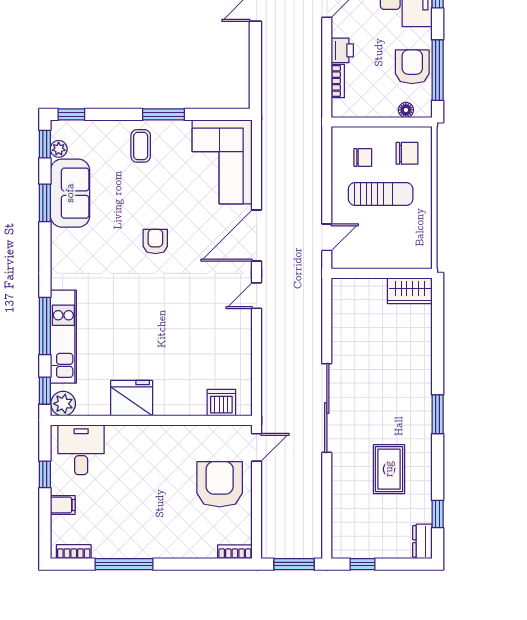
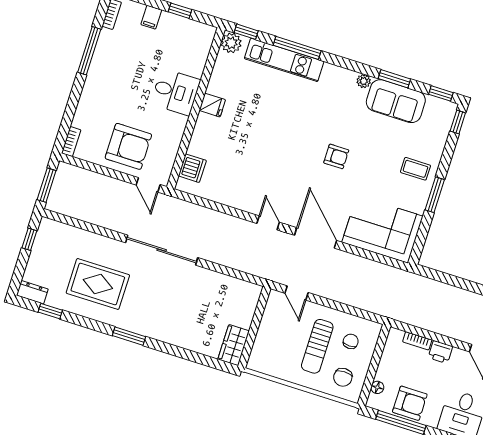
plant: (59, 149) -> (364, 81), moved
chair: (363, 157) -> (351, 341), turned 180
fridge: (132, 398) -> (212, 105), width x0.53, depth x0.75
desk: (81, 450) -> (176, 92), moved
rug: (389, 469) -> (98, 284), width x1.36, depth x1.43

